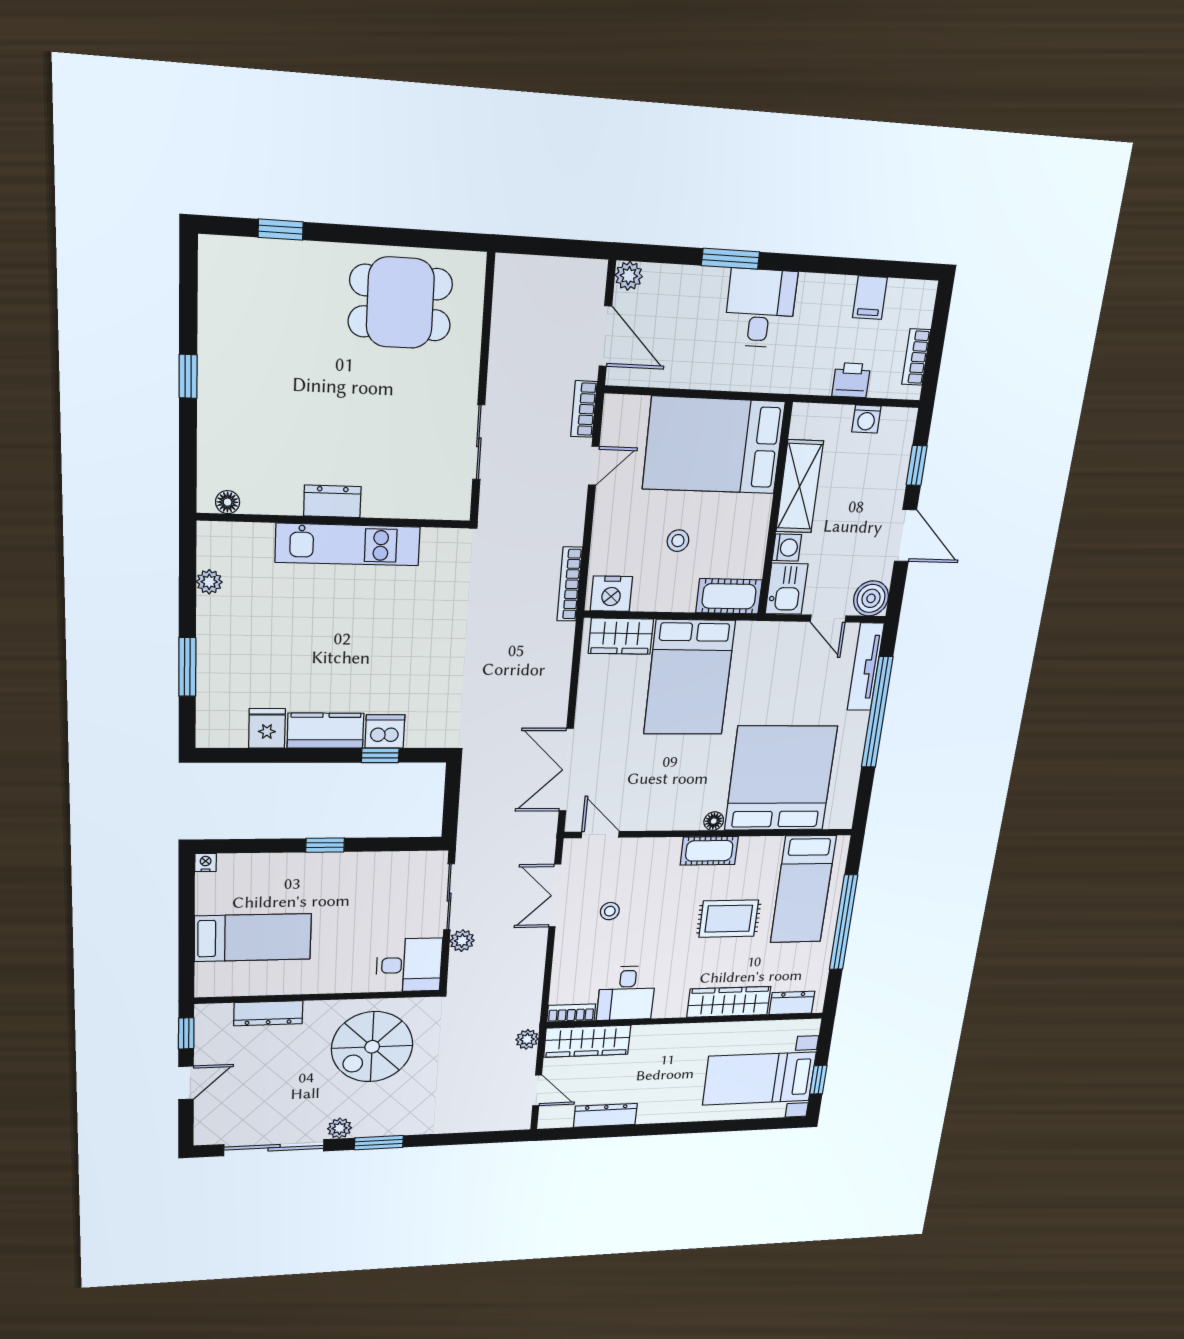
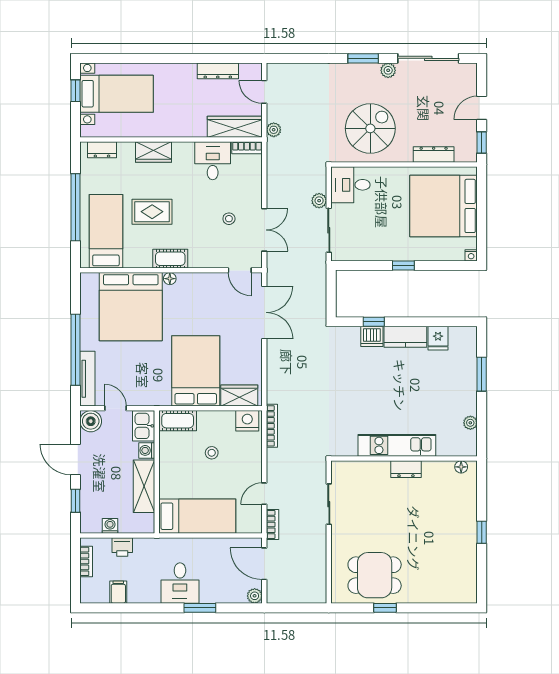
window: (281, 230) -> (385, 608), moved
bed: (714, 445) -> (197, 516), width x0.67
bed: (253, 938) -> (444, 206), width x2.04
wardrobe: (729, 1002) -> (153, 152), width x0.67

